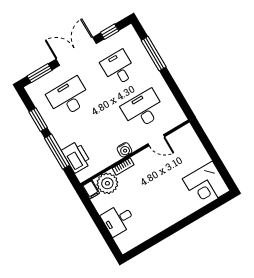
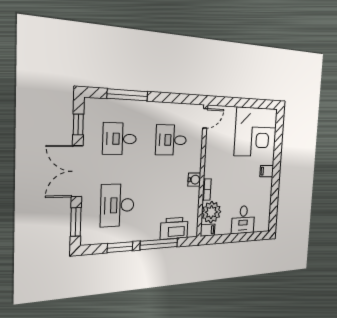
desk: (143, 109) -> (171, 140), width x0.73
door: (156, 140) -> (205, 118), moved
corner desk: (206, 185) -> (256, 132), width x1.36, depth x1.36
filing cabinet: (172, 216) -> (267, 171), added

